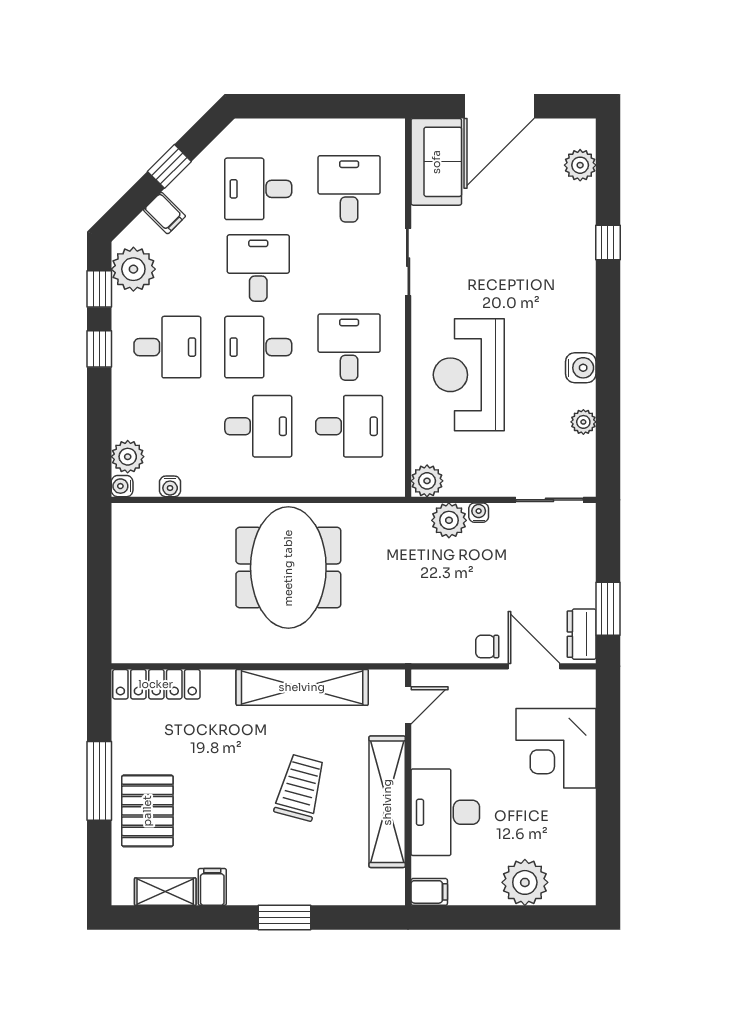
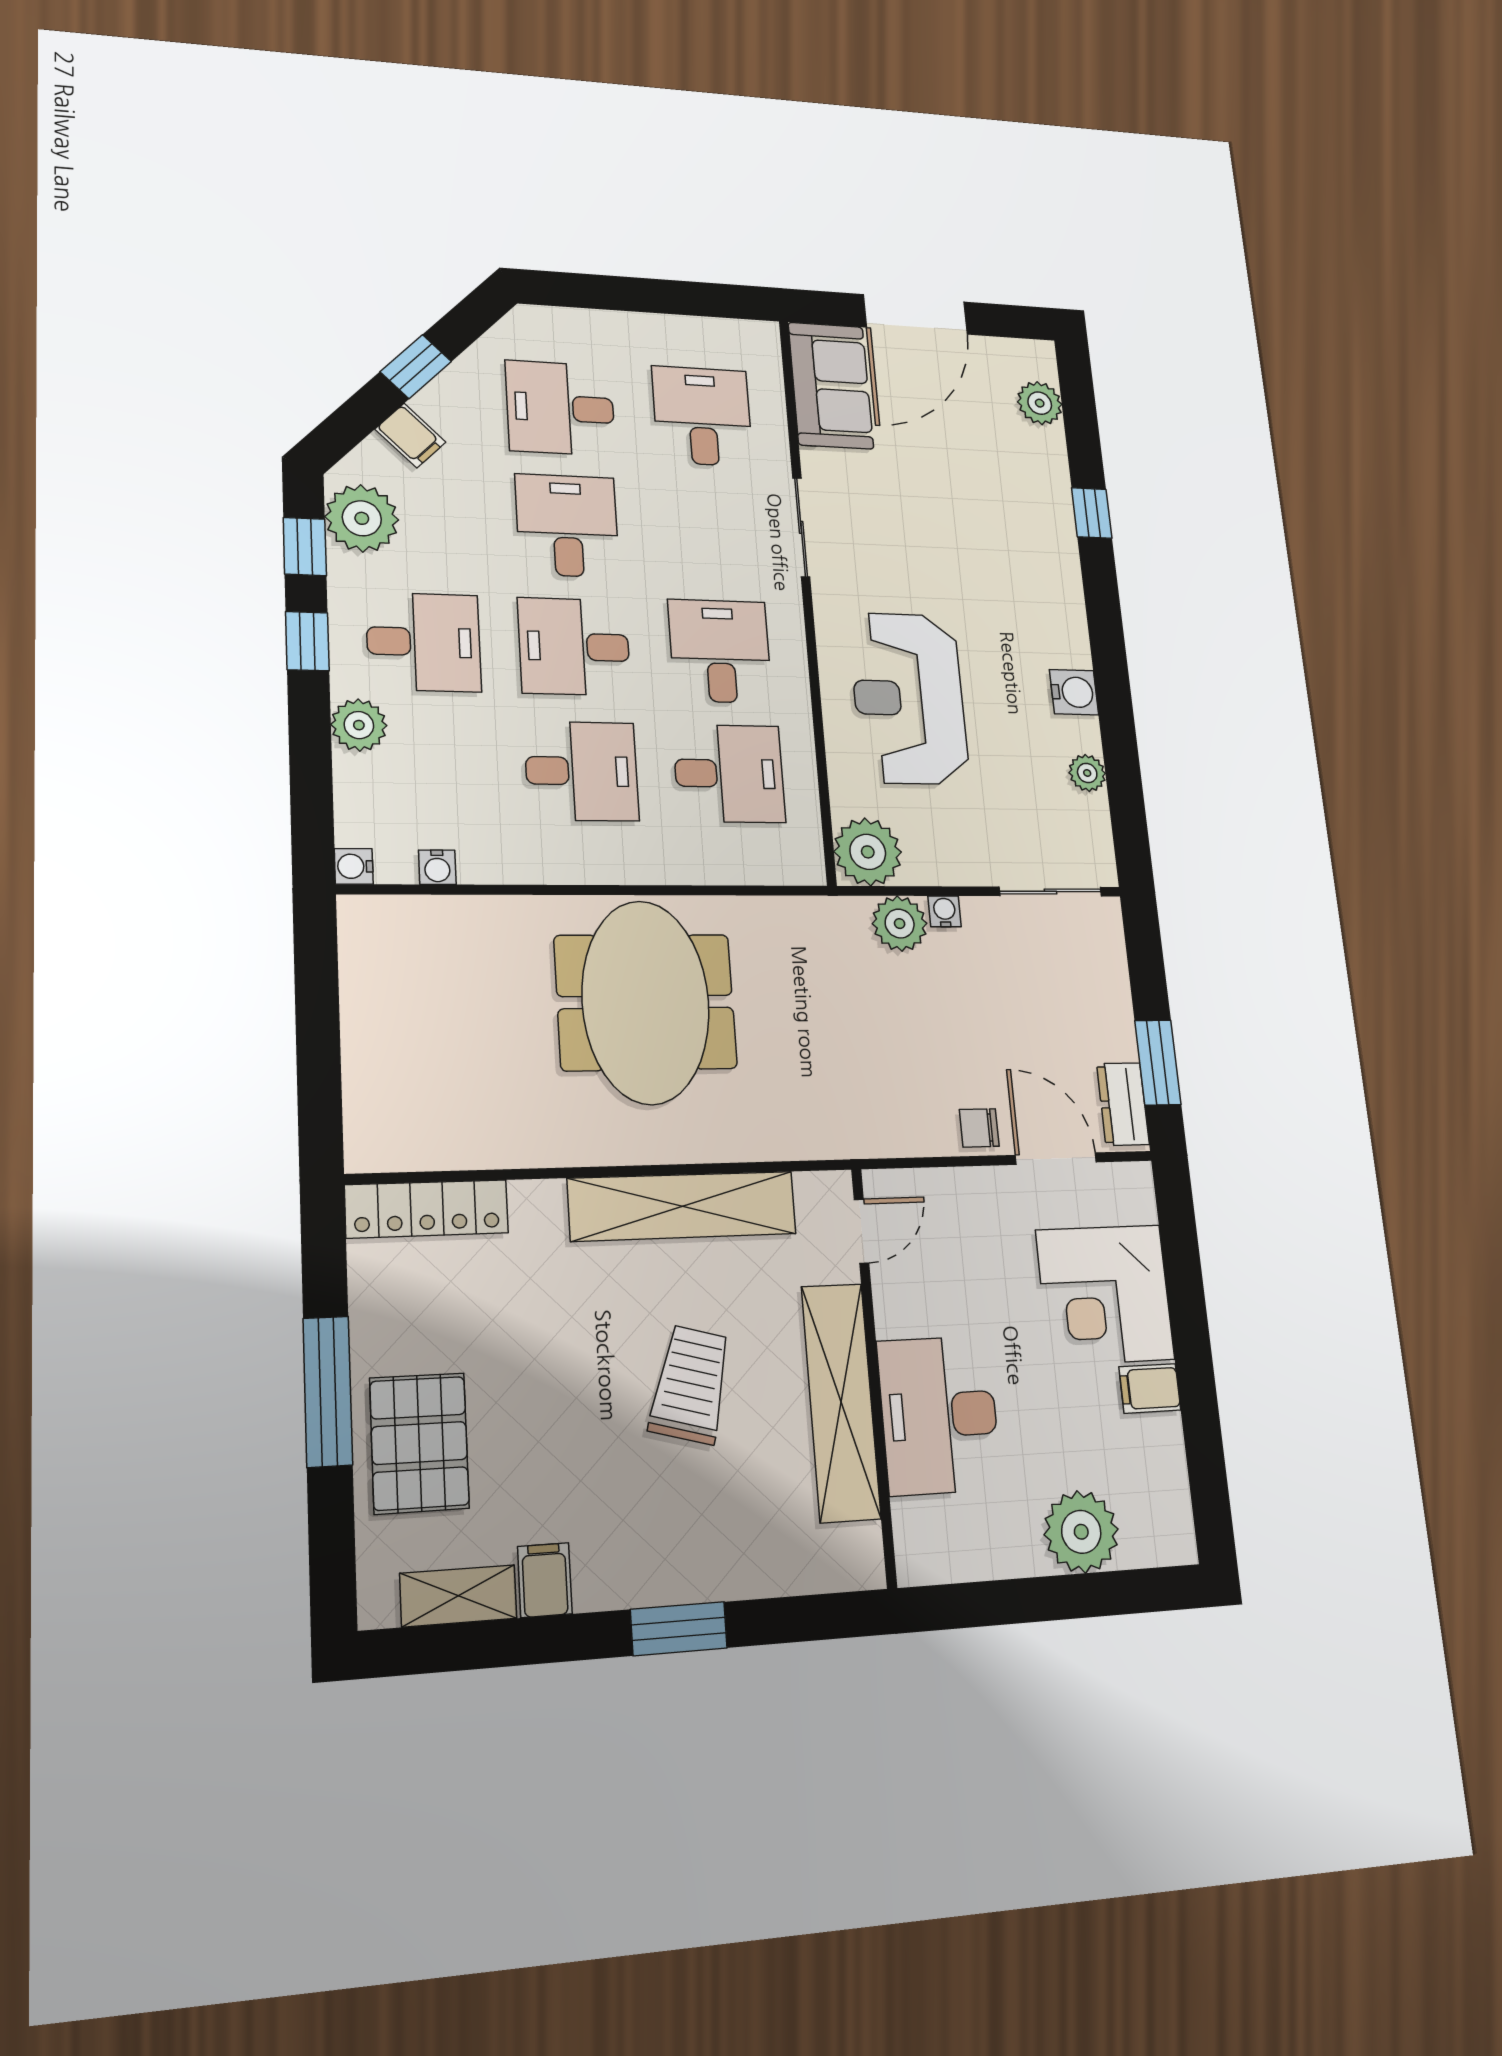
plant: (128, 457) -> (359, 725), moved
plant: (427, 481) -> (868, 852), width x1.36, depth x1.36
filing cabinet: (429, 892) -> (1150, 1388), moved, turned 180

